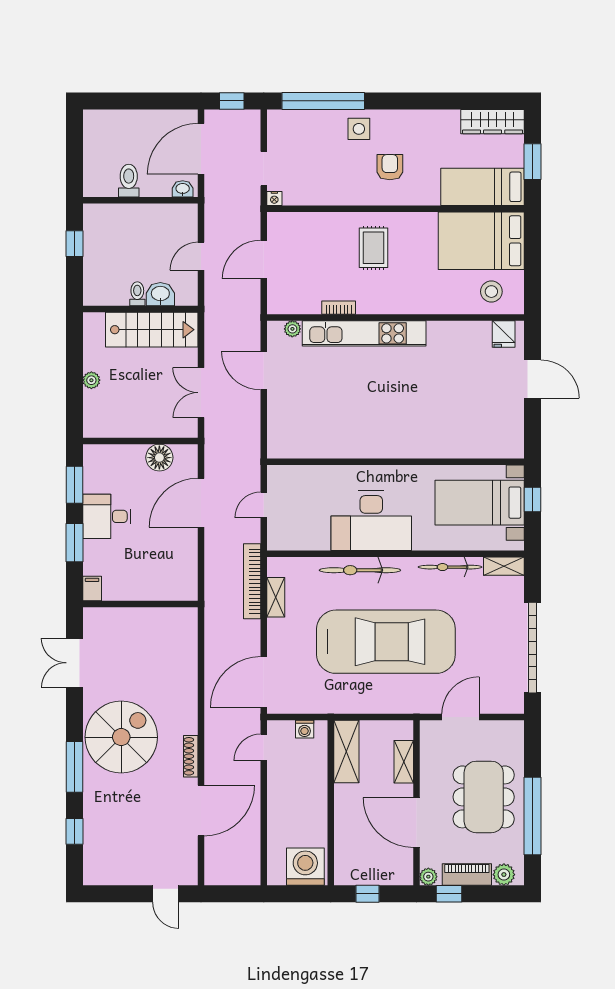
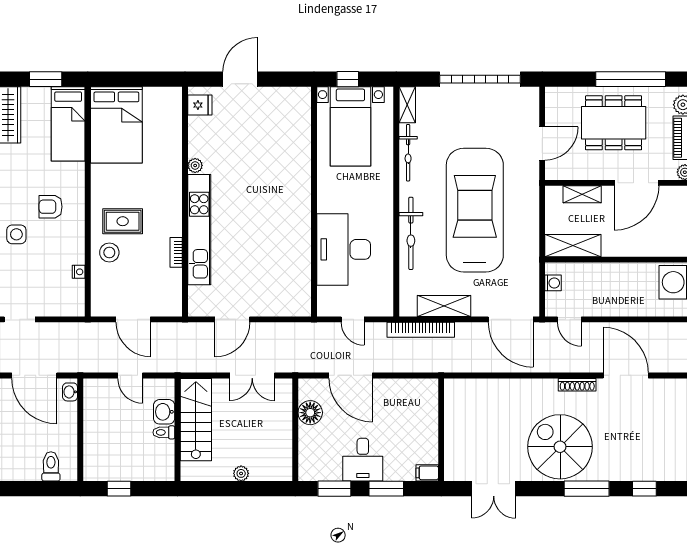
doorway: (264, 169) -> (20, 319), moved
toilet: (129, 181) -> (51, 466), moved, turned 90
nightstand: (274, 199) -> (79, 272), moved
stool: (491, 292) -> (109, 253), moved
plant: (292, 329) -> (195, 165), moved
desk: (371, 521) -> (344, 249), moved, turned 180
shelving: (276, 597) -> (444, 306), width x1.50, depth x1.33
door: (461, 717) -> (542, 143), swing flipped

